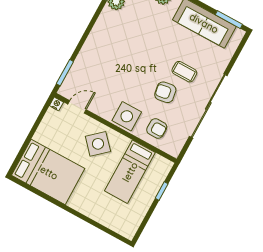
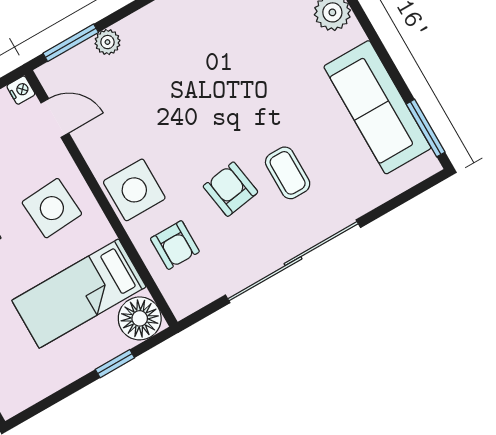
plant: (80, 63) -> (107, 42), added
side table: (98, 144) -> (52, 208), turned 38
floor lamp: (161, 167) -> (140, 318), added

